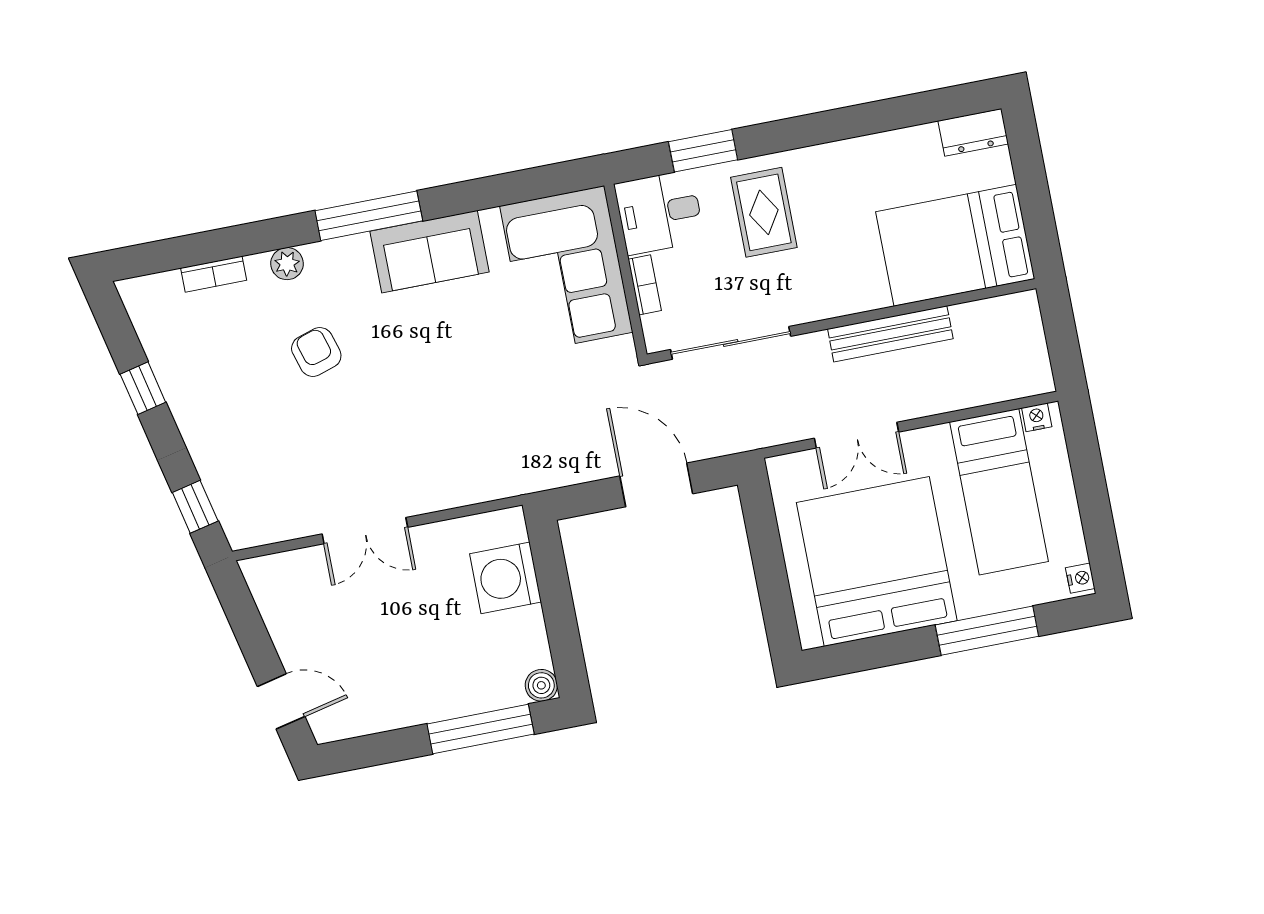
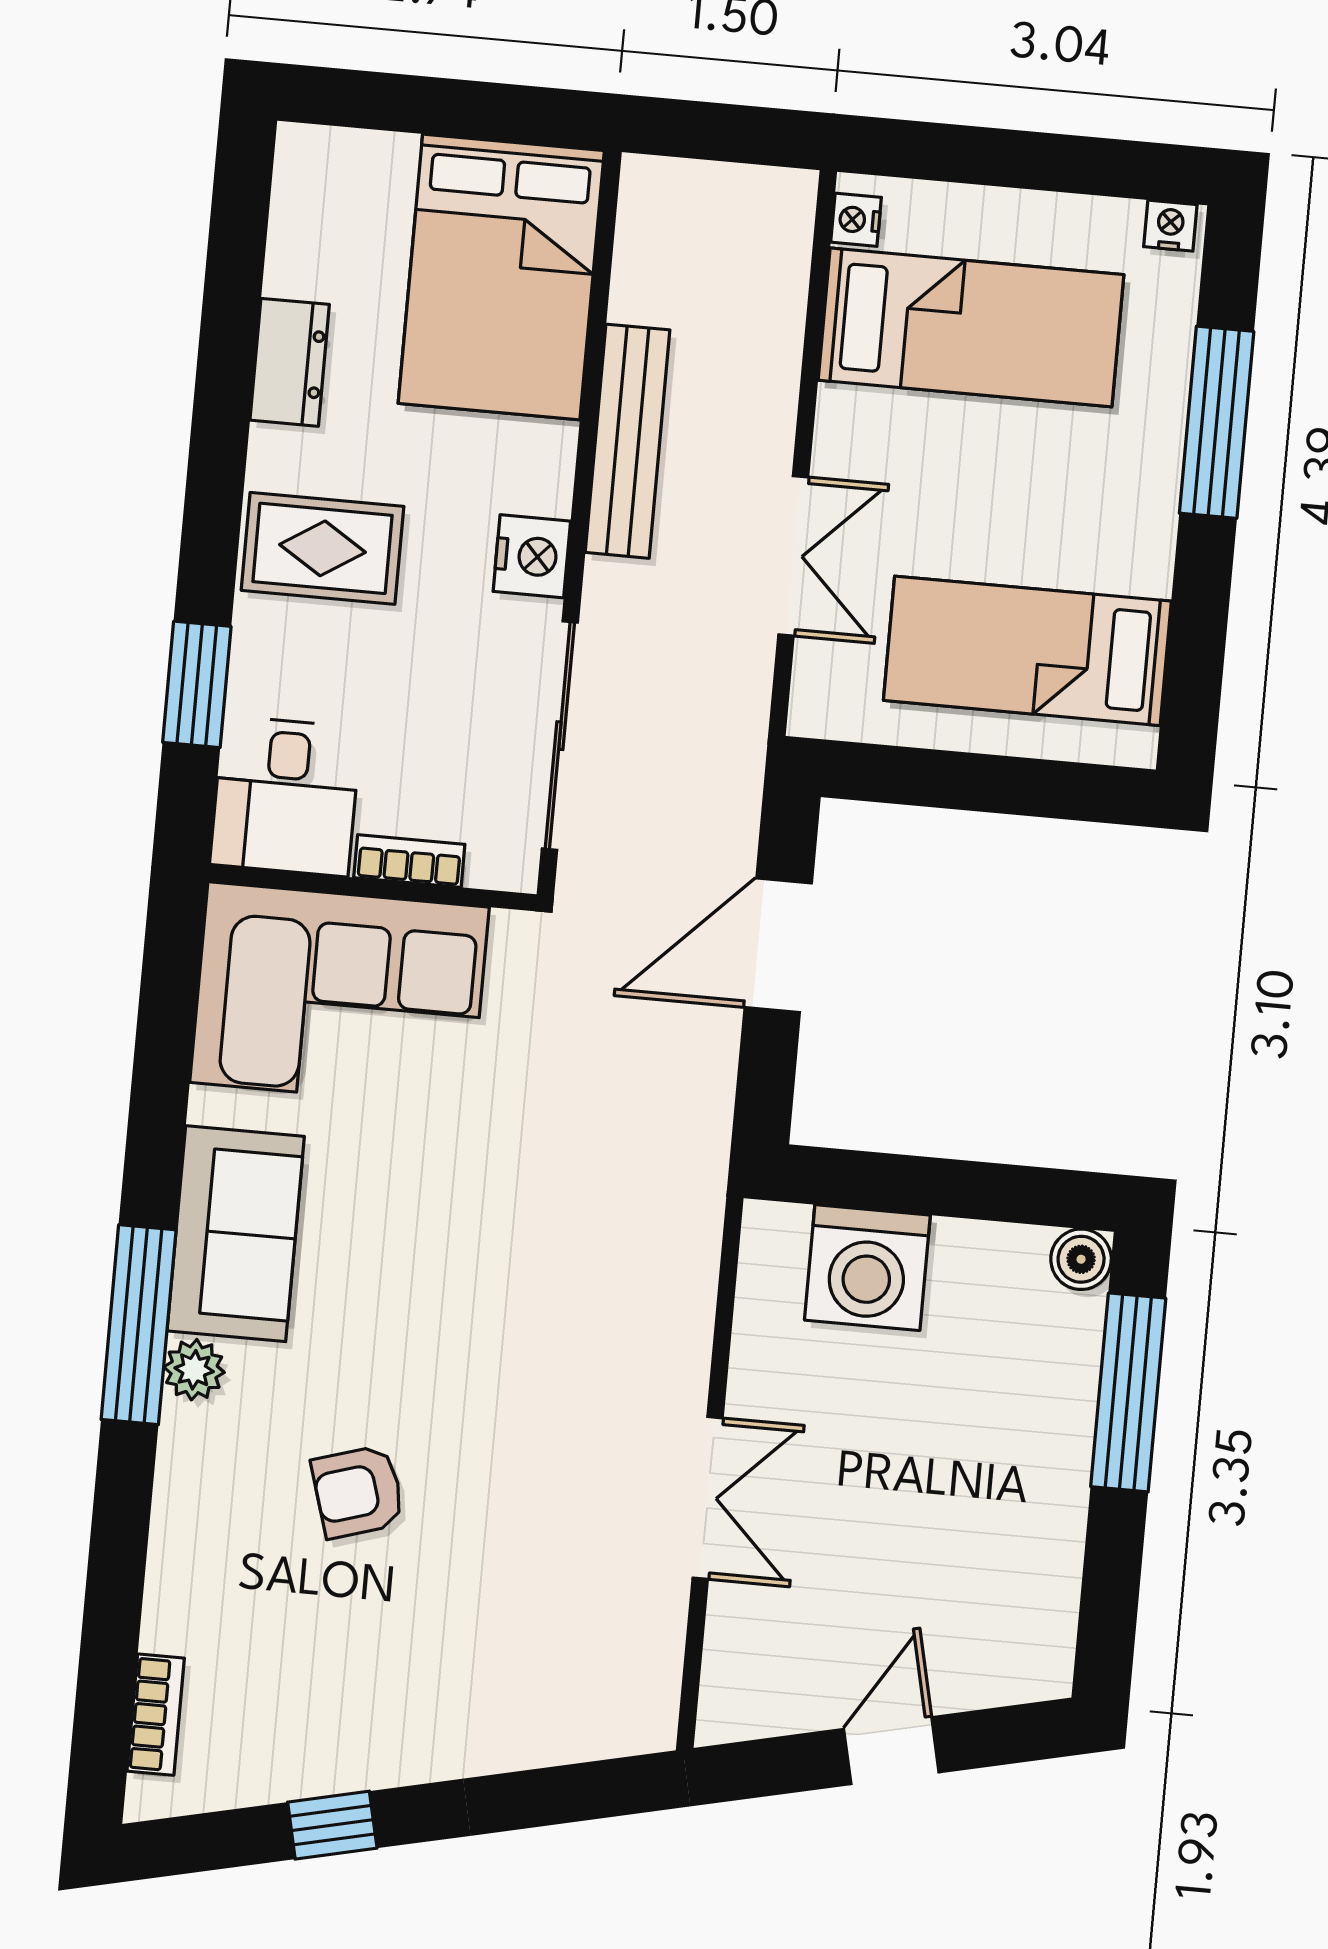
dresser: (973, 132) -> (290, 362), moved
rug: (764, 212) -> (323, 548), moved
plant: (287, 264) -> (194, 1370), moved
bookcase: (214, 274) -> (156, 1715), moved
nightstand: (818, 302) -> (532, 556), added
window: (195, 507) -> (575, 1793), removed
bed: (877, 562) -> (1027, 651), width x0.49
door: (281, 701) -> (891, 1751), moved

